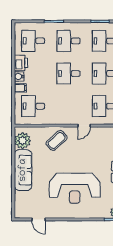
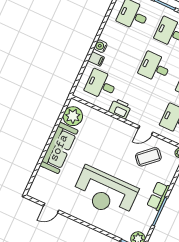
printer: (21, 63) -> (120, 109), moved, turned -90
coffee table: (57, 141) -> (148, 157), moved
door: (39, 219) -> (51, 208), hinge flipped

